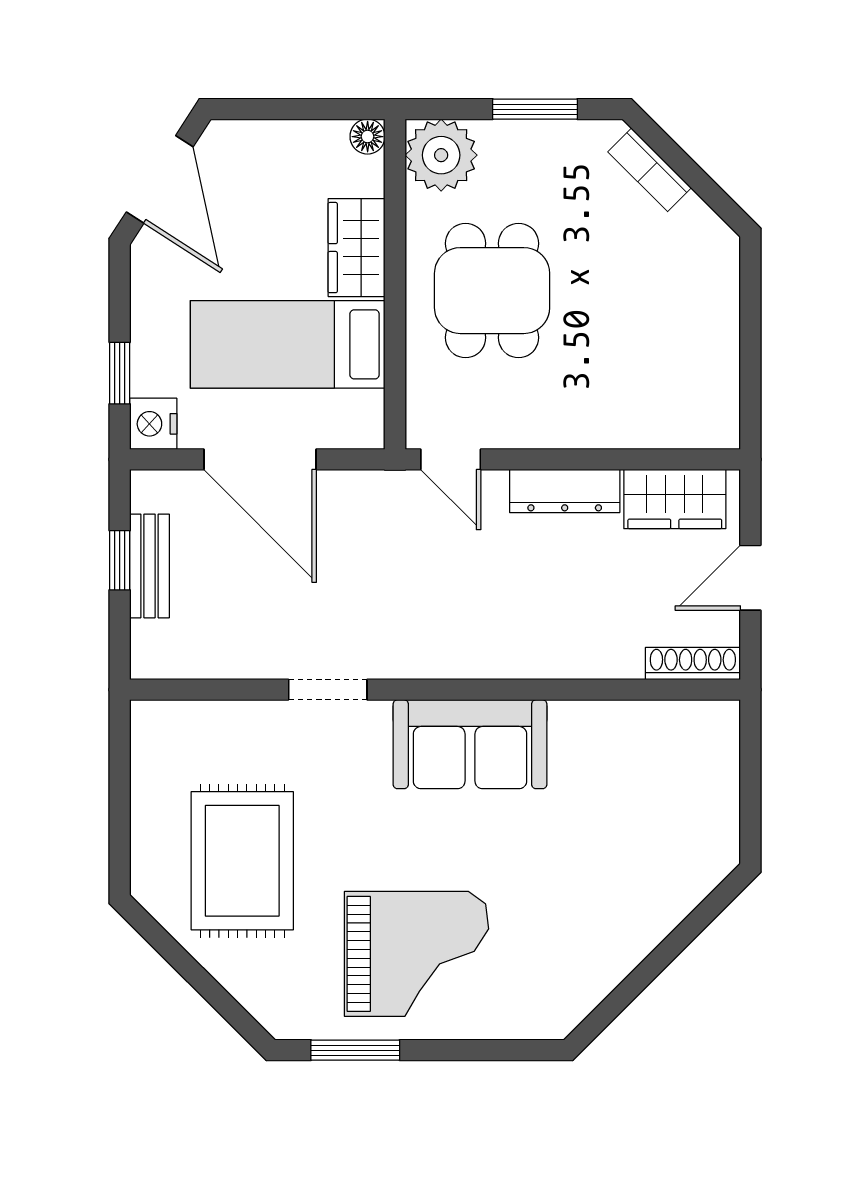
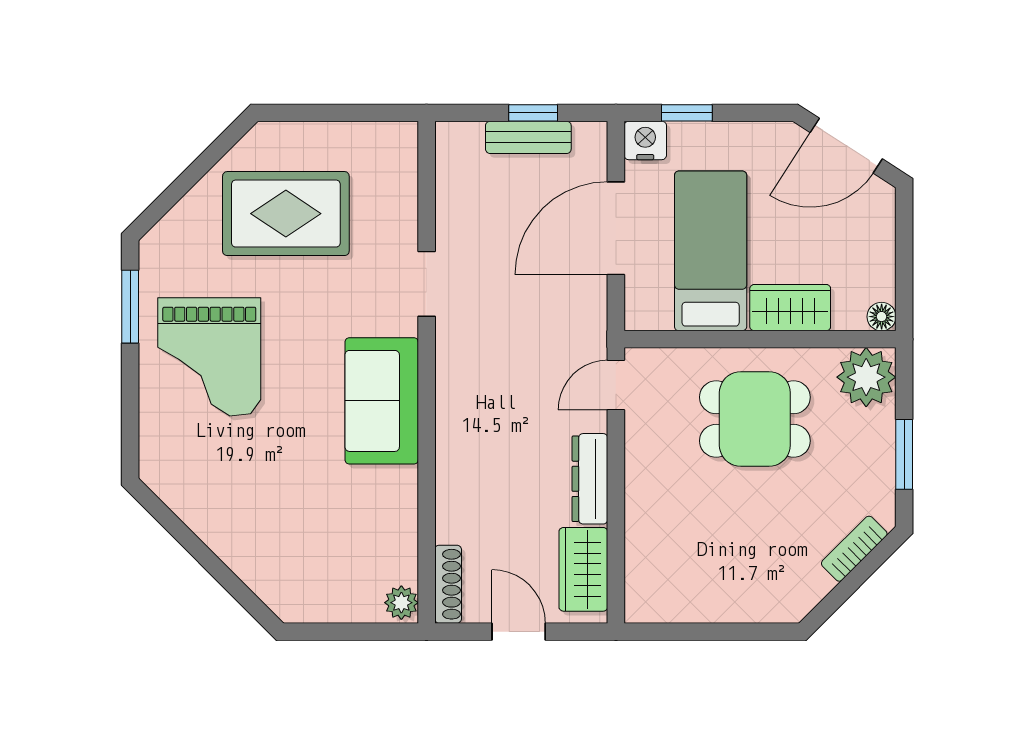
plant: (715, 720) -> (401, 603), added

